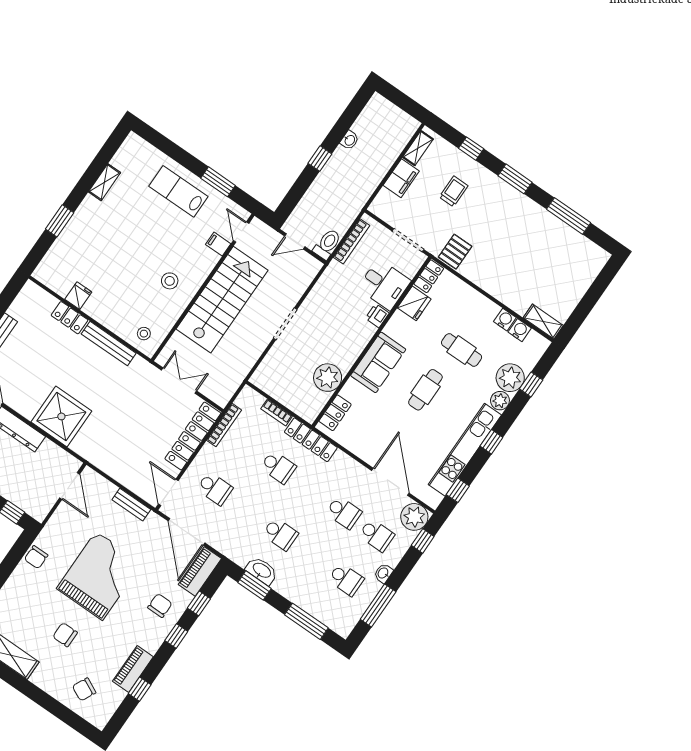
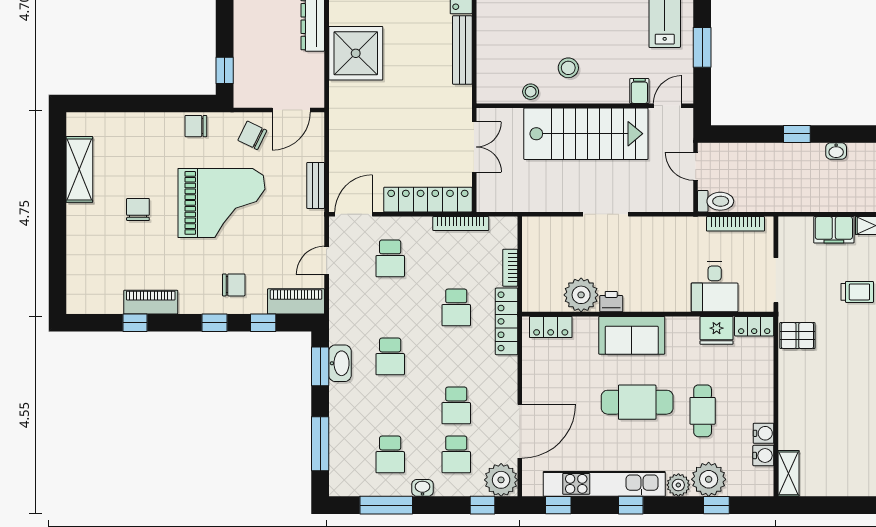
printer: (377, 316) -> (611, 302), moved
stool: (144, 334) -> (531, 92), moved
cafe table: (425, 390) -> (637, 402), width x1.37, depth x1.35
door: (186, 532) -> (327, 260), width x0.53
chair: (84, 689) -> (252, 135), moved

